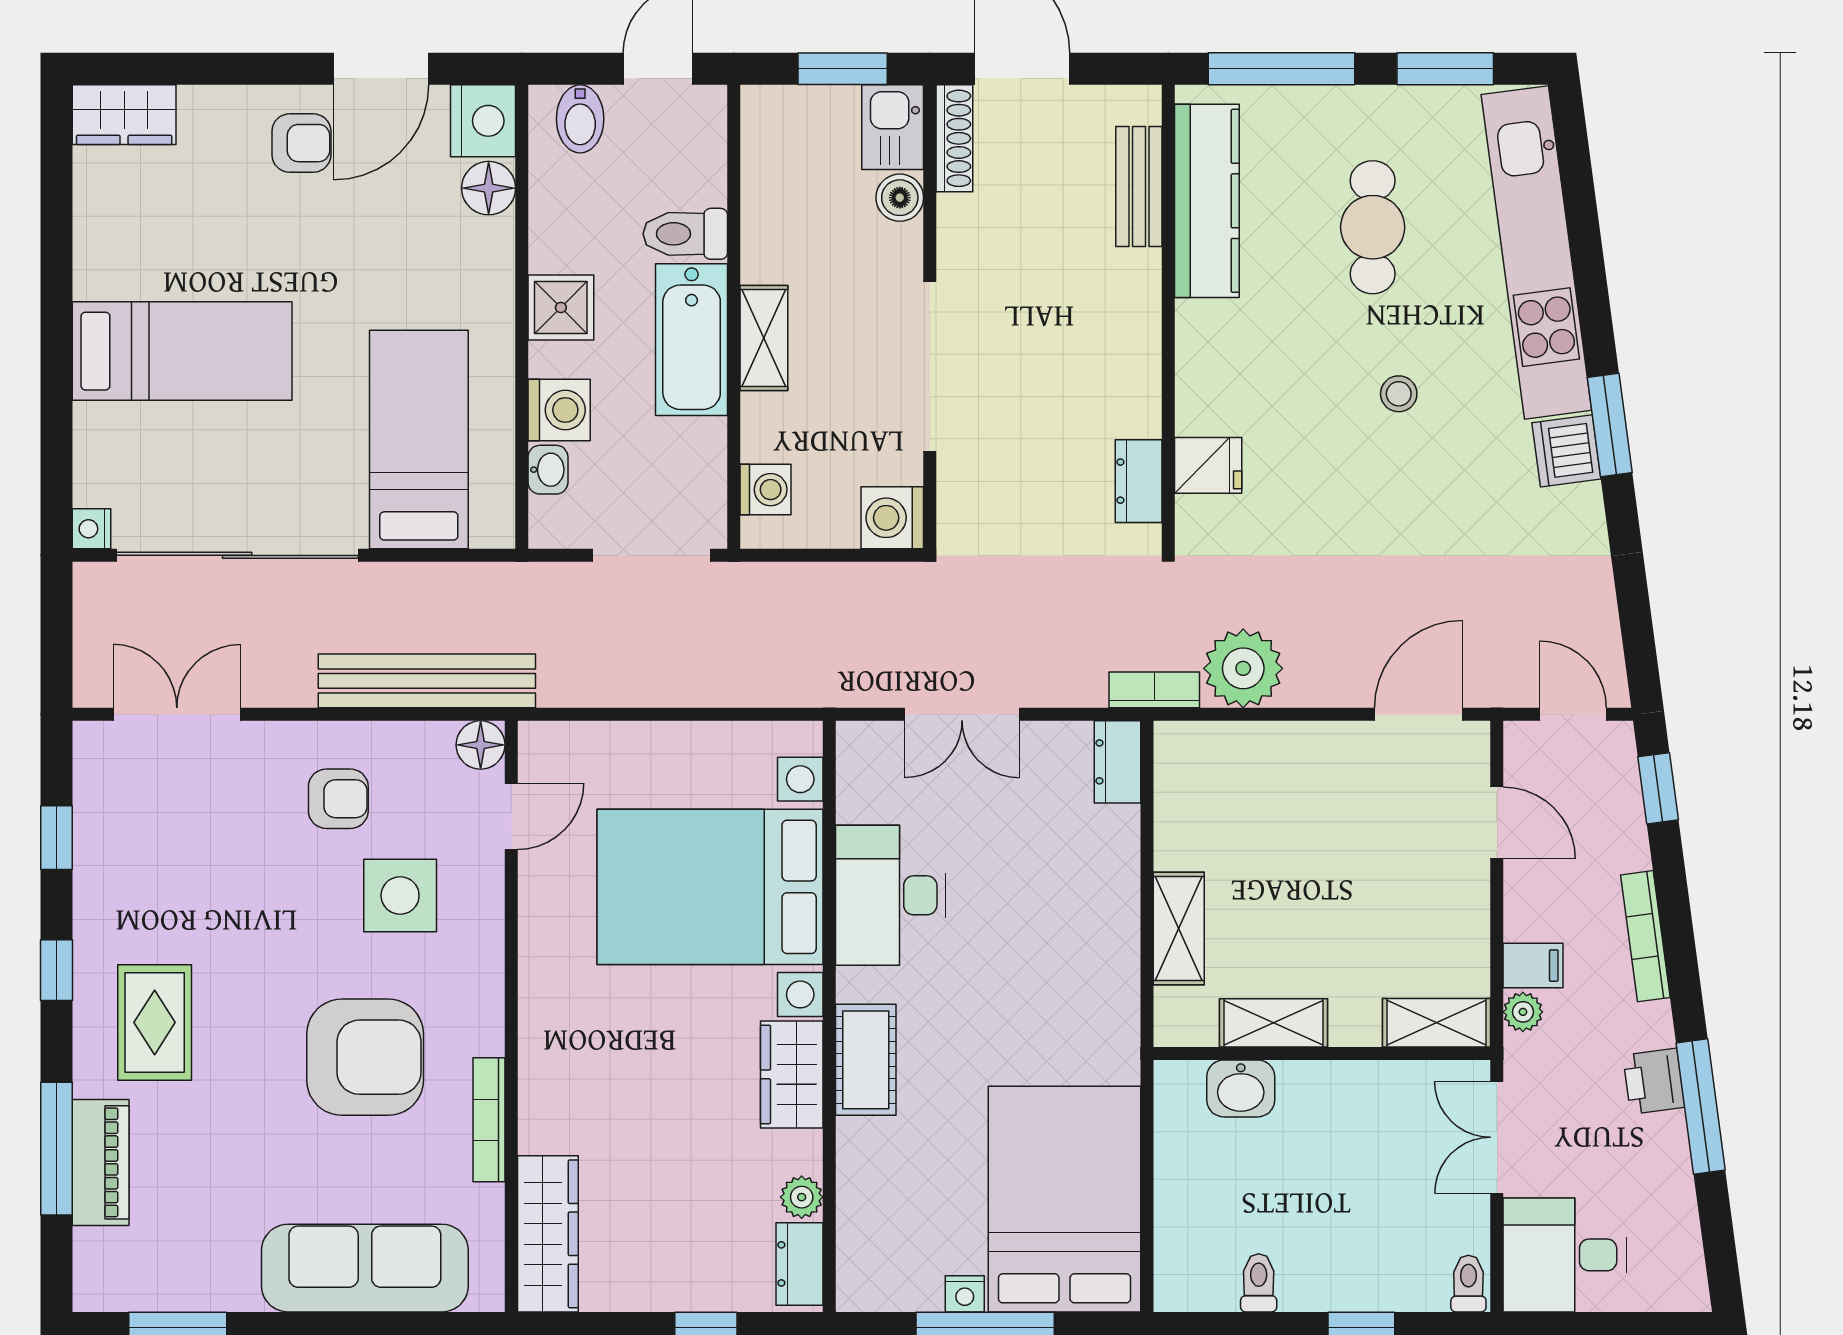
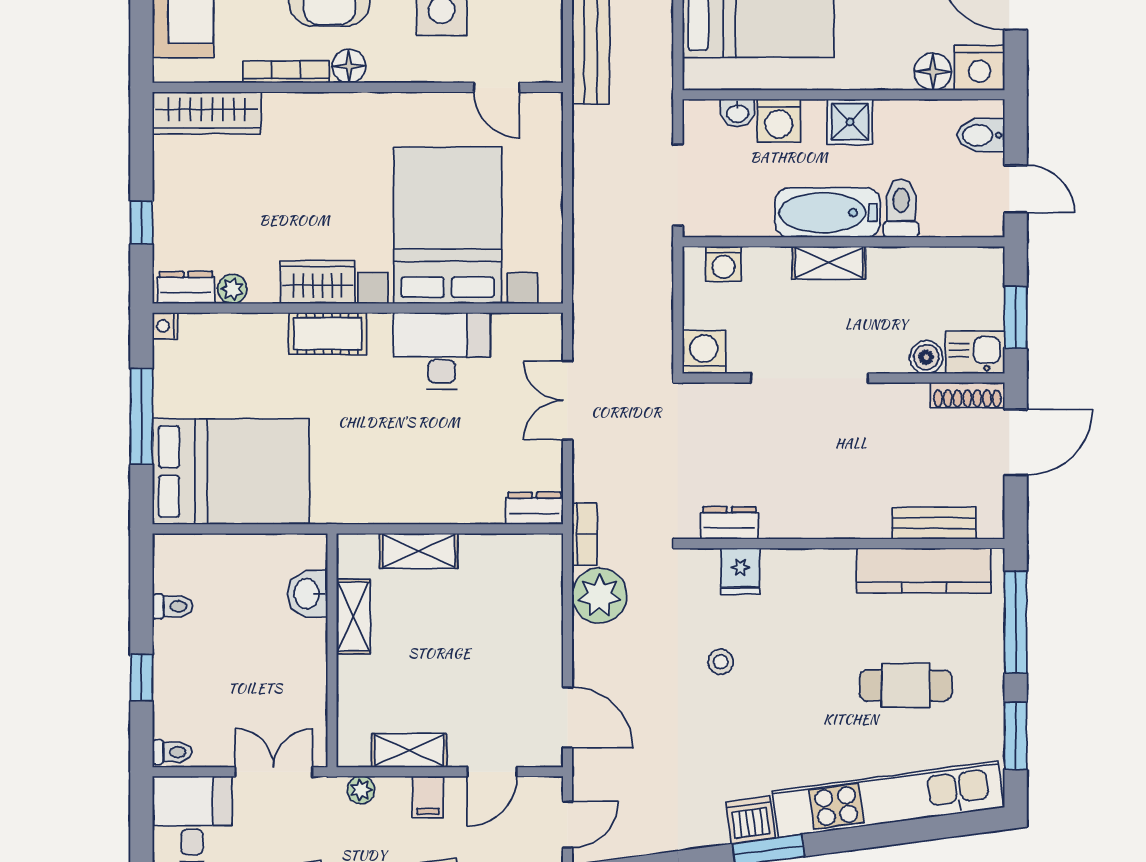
stool: (1399, 394) -> (721, 662), moved
floor lamp: (481, 745) -> (349, 66), moved
filing cabinet: (1533, 966) -> (428, 797), moved
shelving: (1437, 1023) -> (409, 750), moved, turned 90
nightstand: (965, 1294) -> (165, 326), moved

